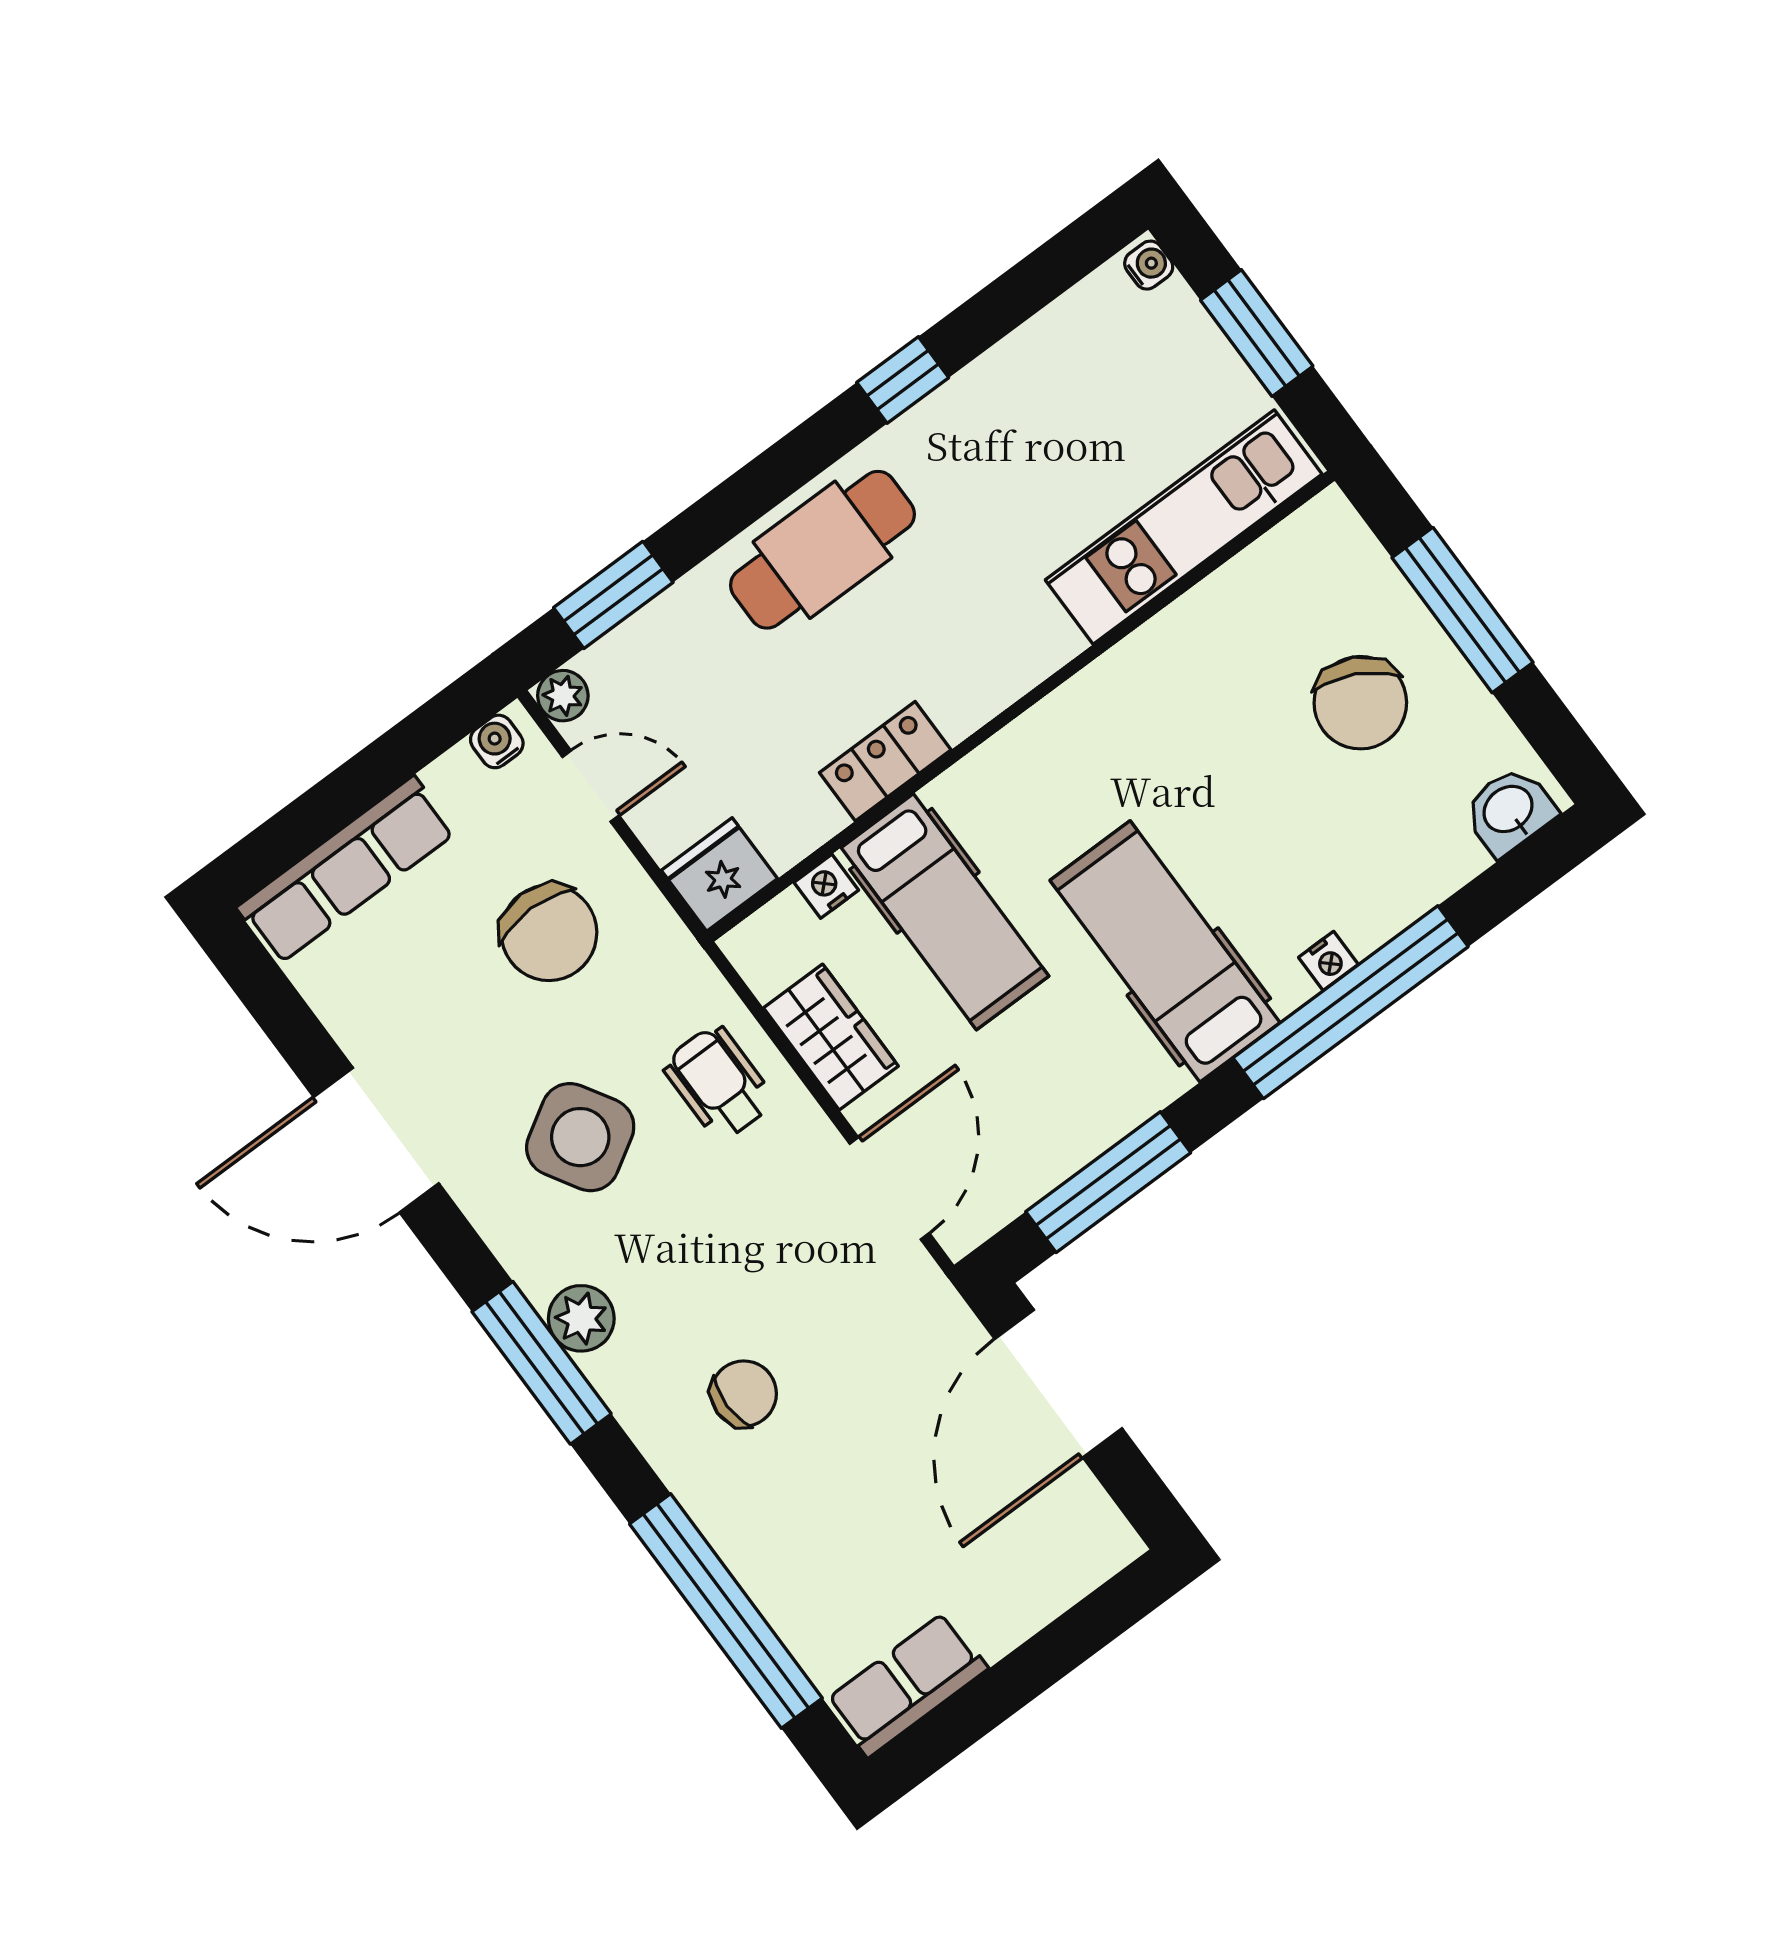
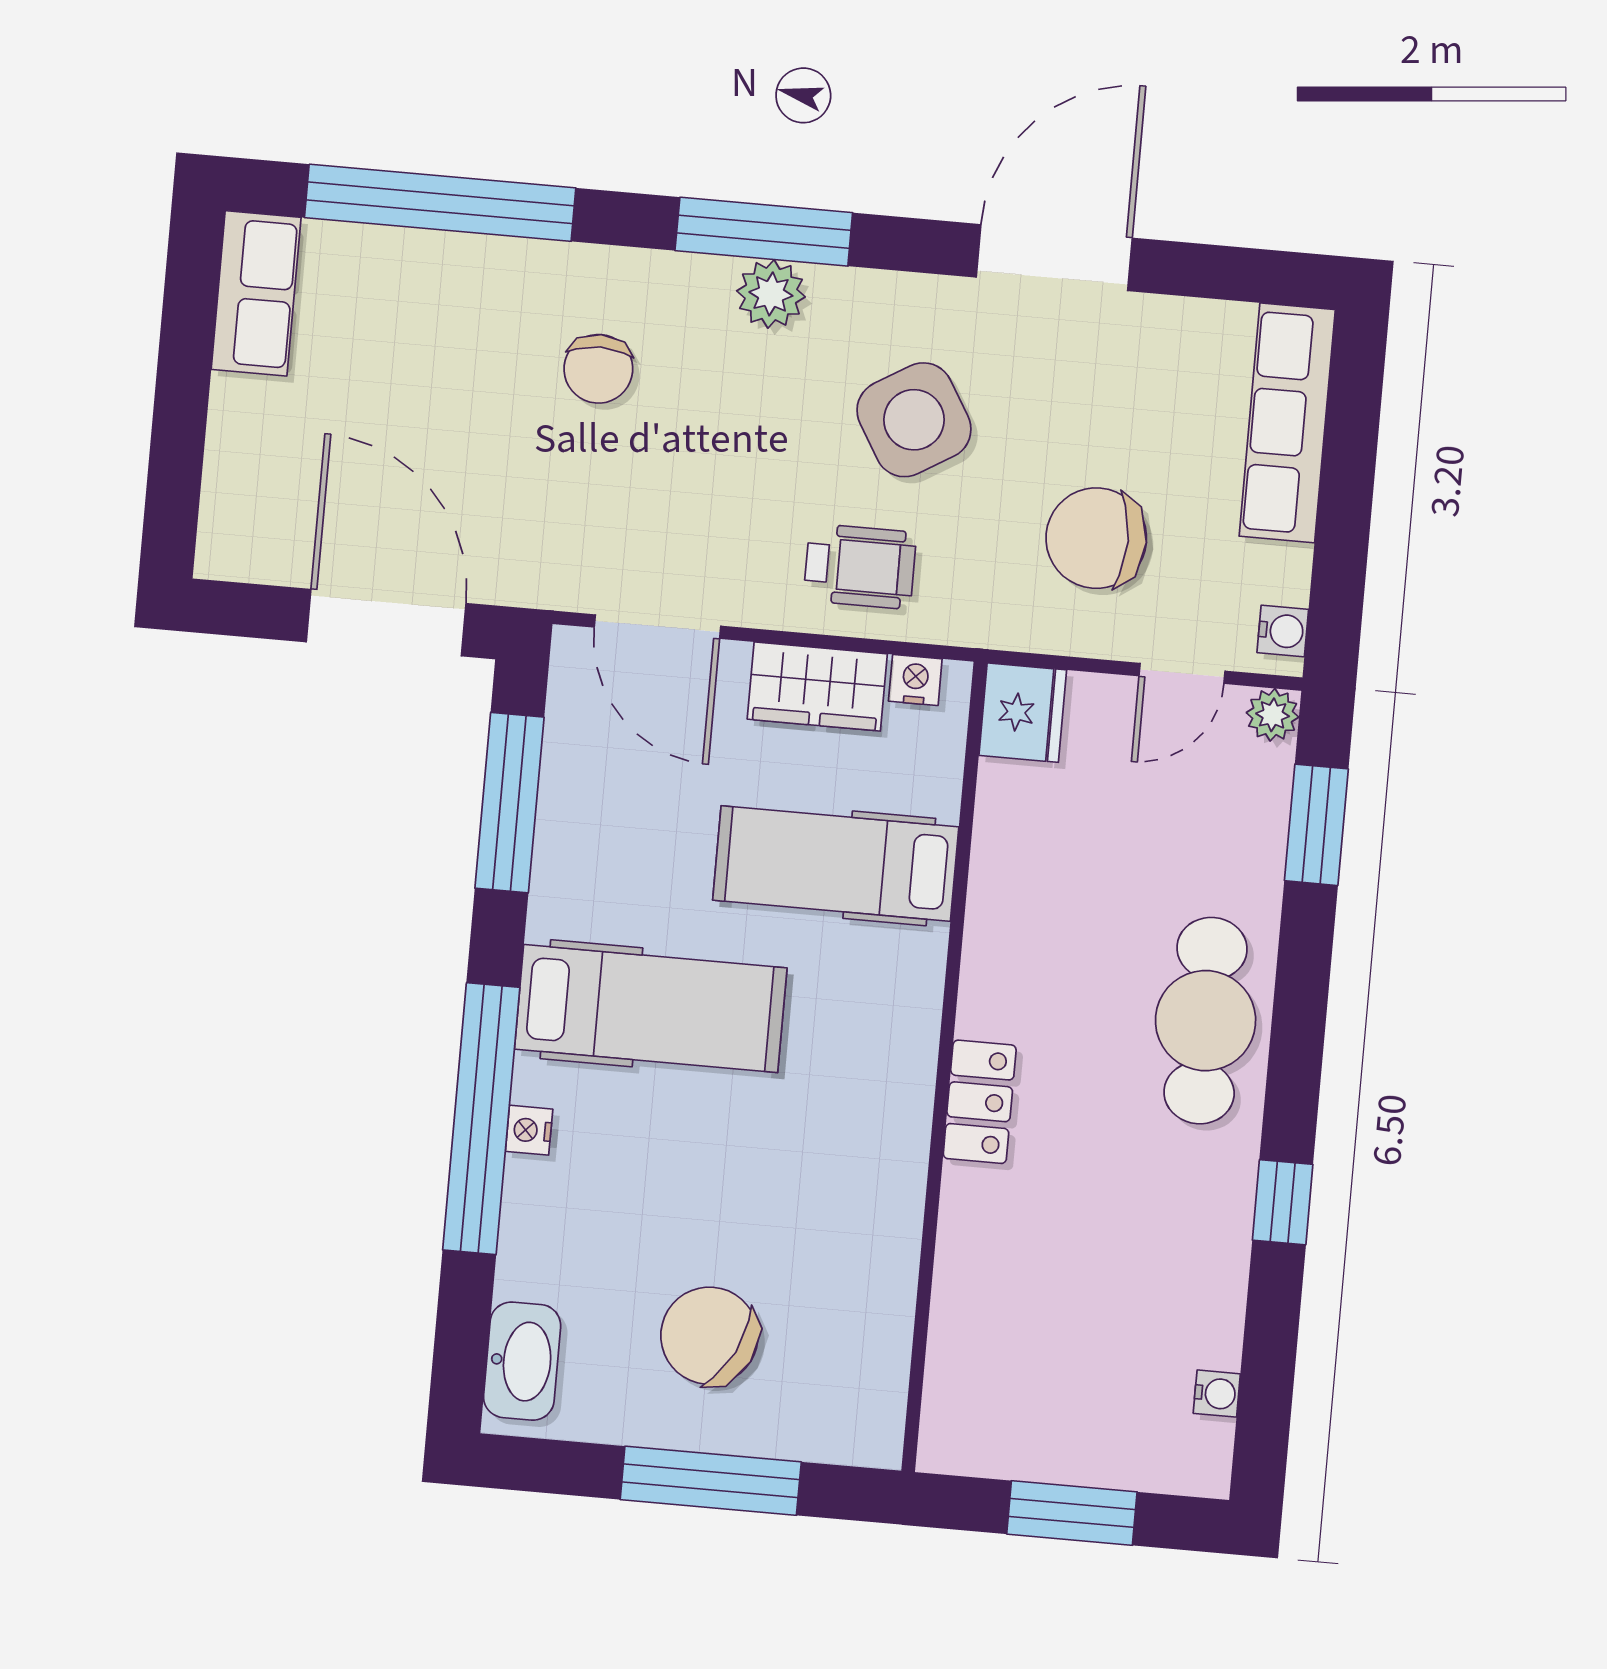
water cooler: (1149, 265) -> (1217, 1394), moved, turned -90
kitchen unit: (1184, 527) -> (971, 1320), removed
locker: (885, 761) -> (980, 1102), moved
washbasin: (1509, 811) -> (522, 1361), width x1.38
nightstand: (826, 886) -> (915, 680), moved, turned -90

